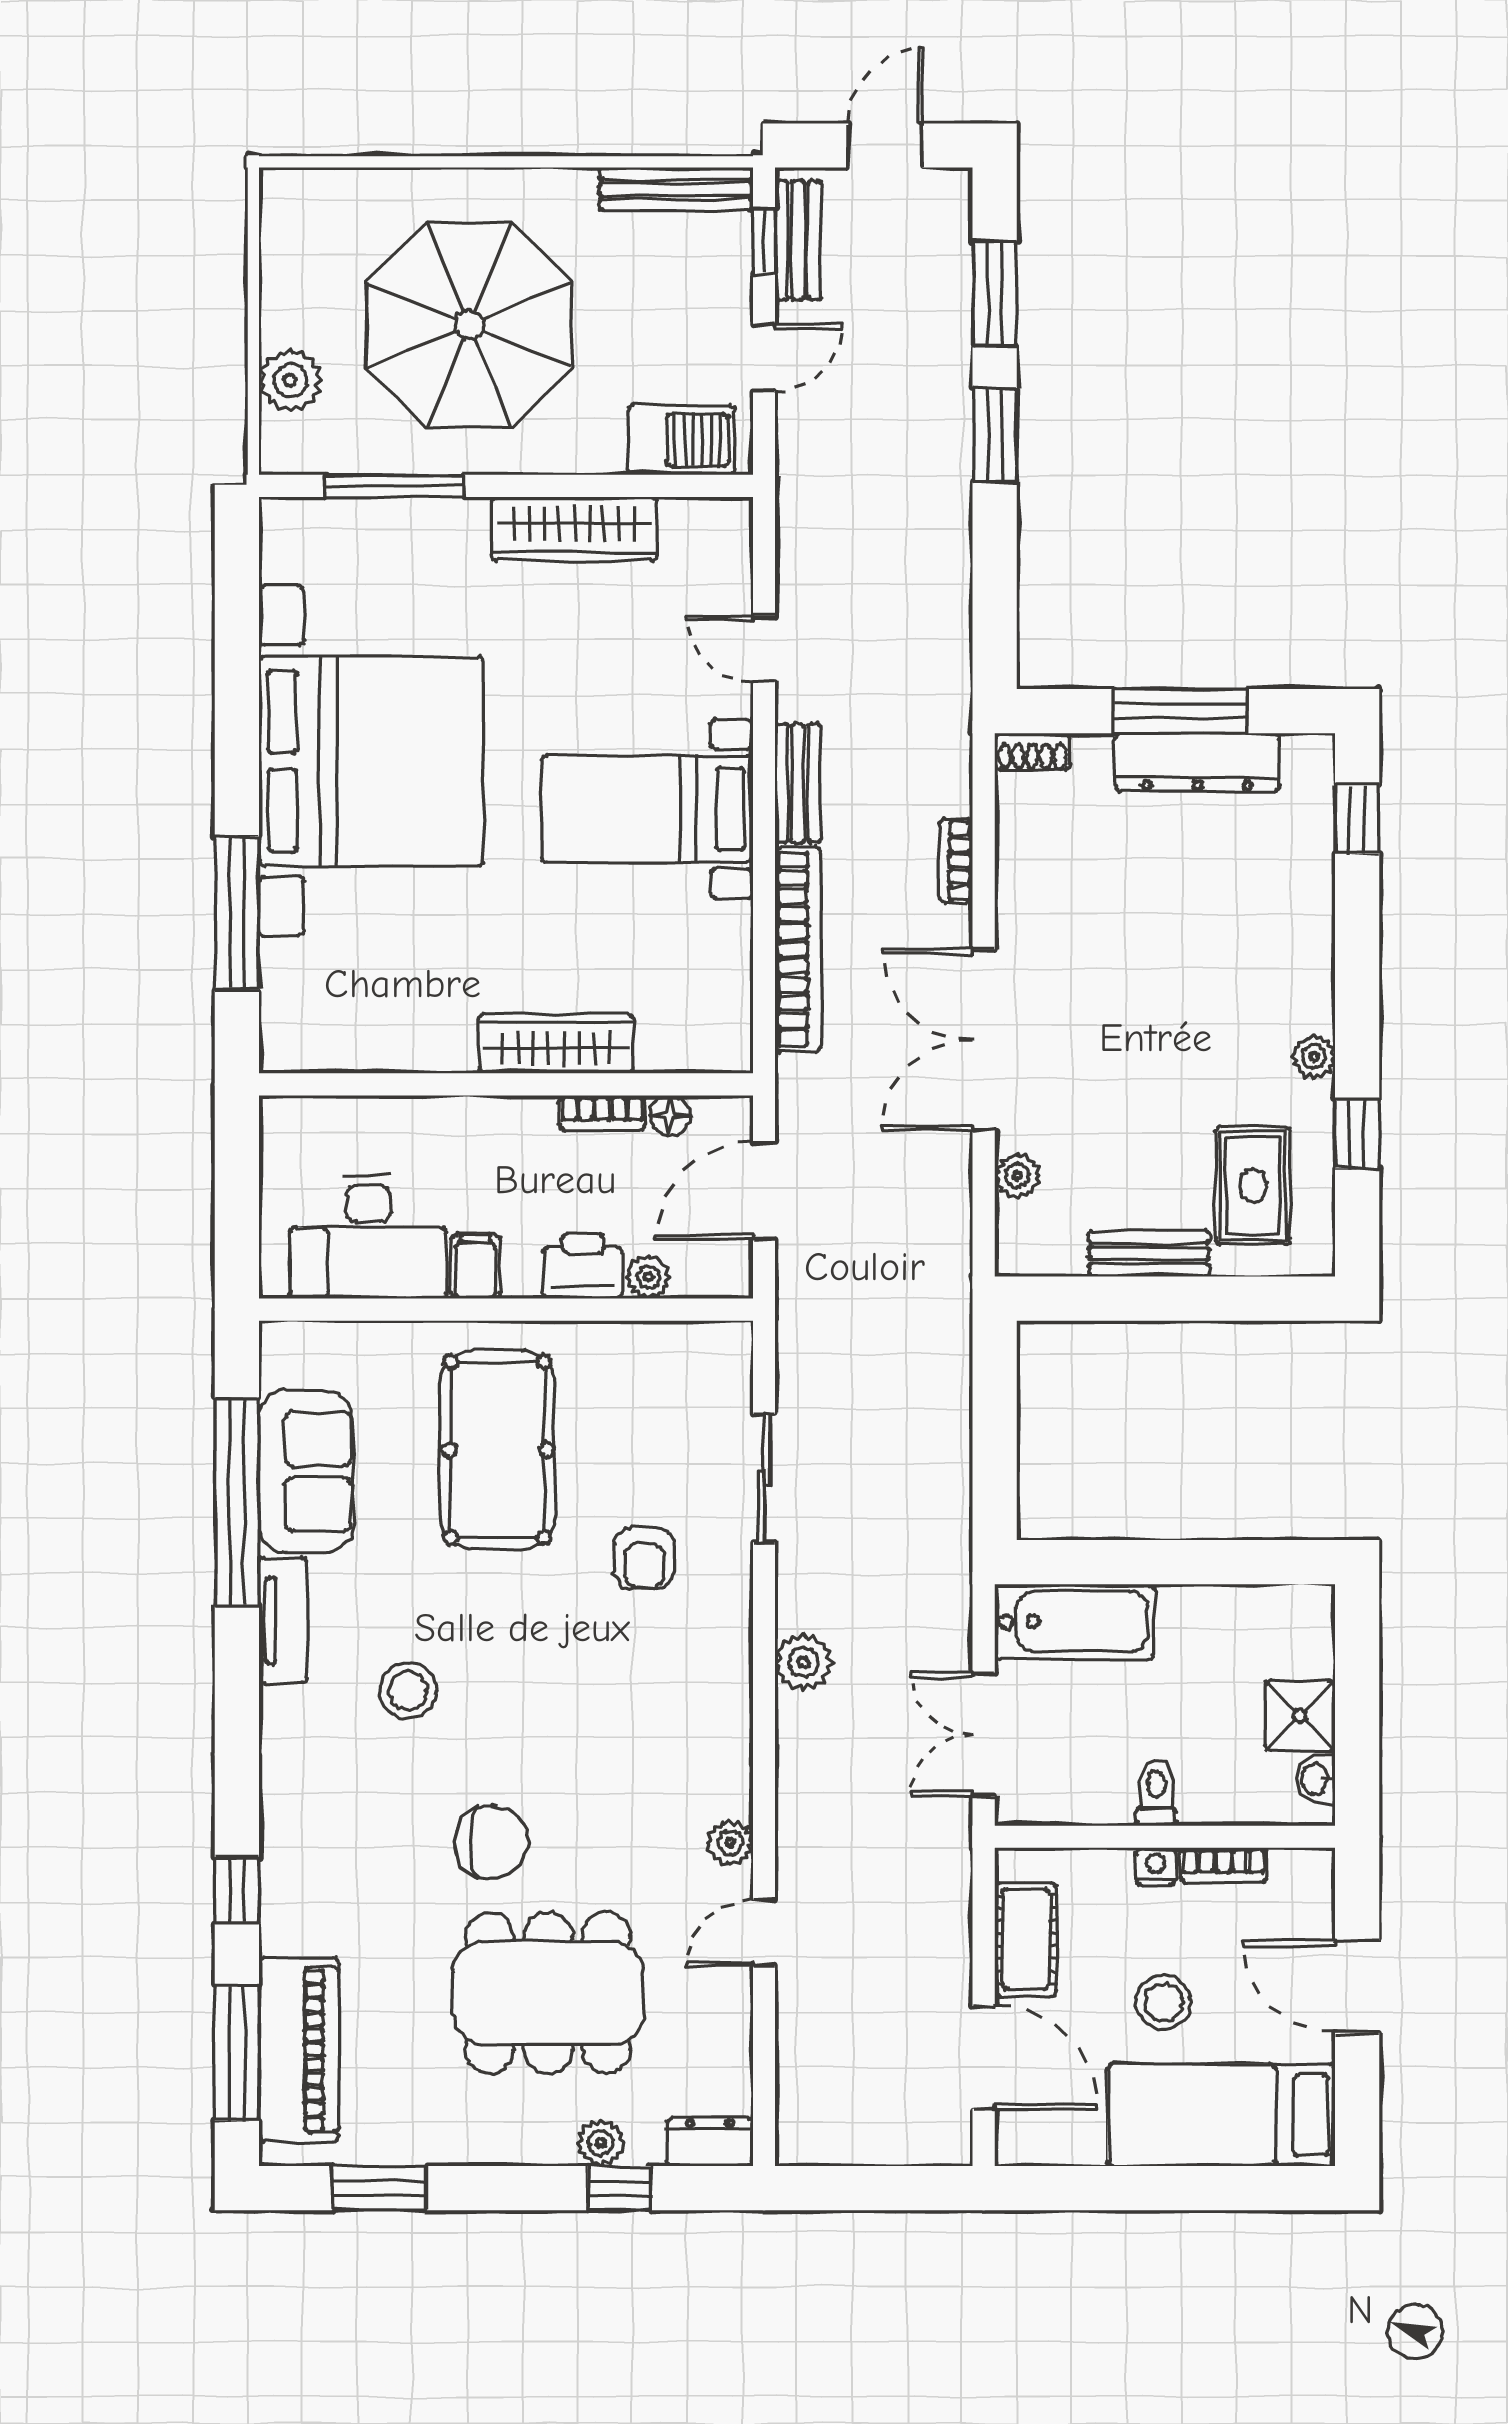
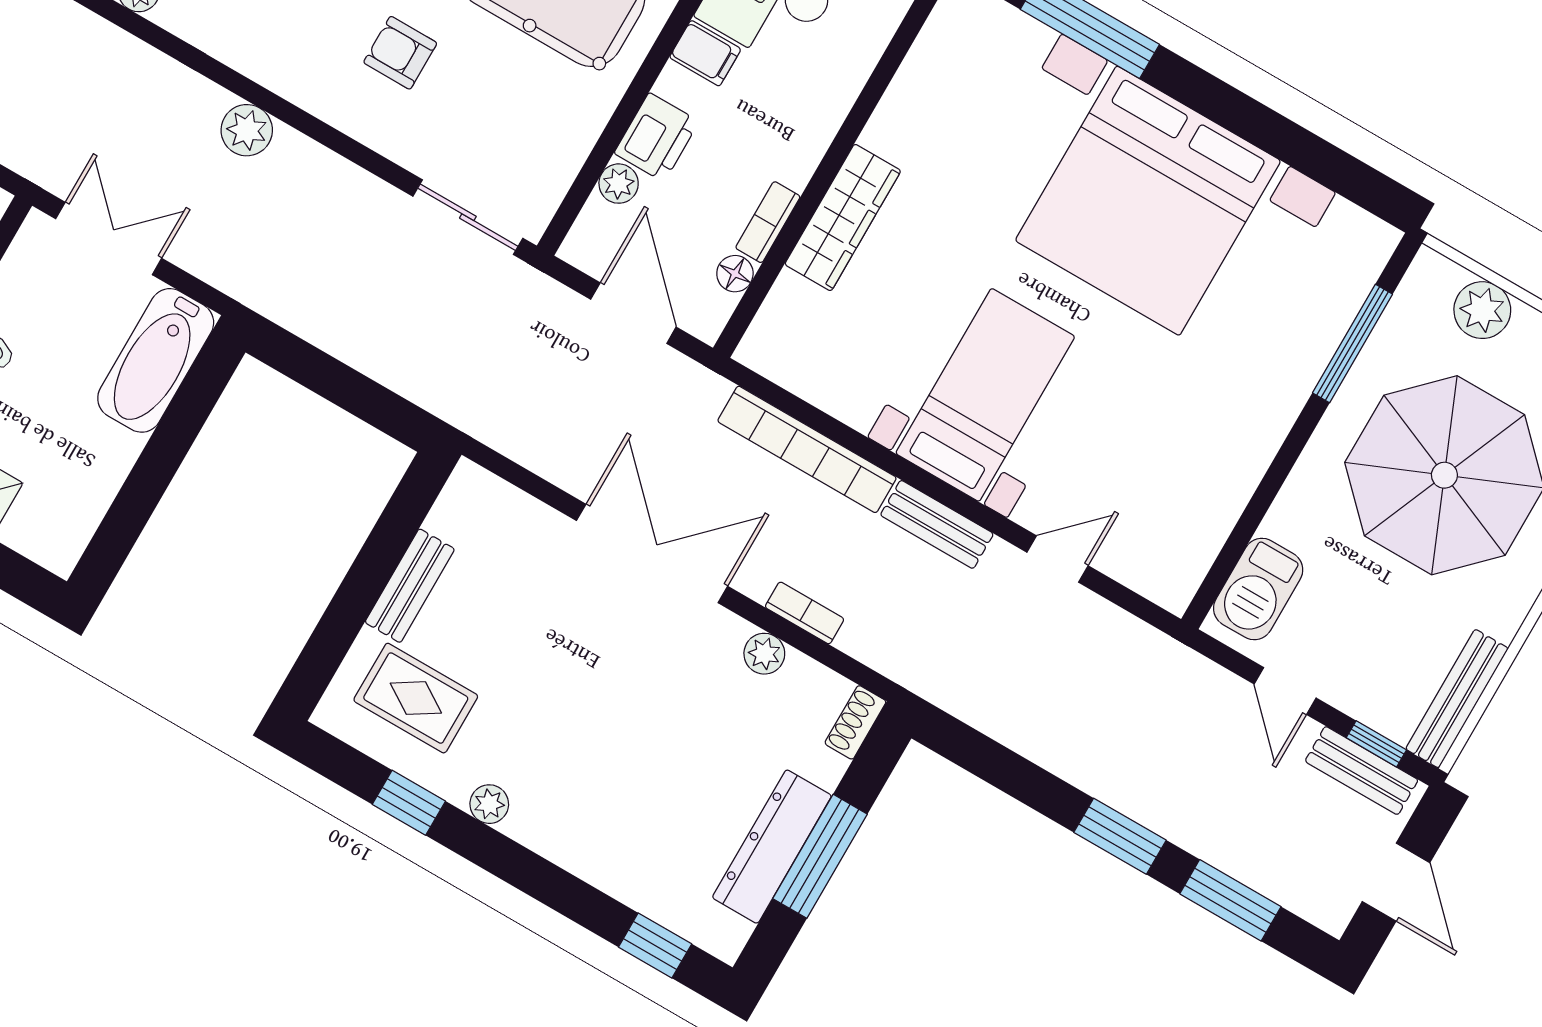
wardrobe: (574, 529) -> (1237, 465), removed
plant: (1017, 1176) -> (764, 654), moved
sliding door: (764, 1478) -> (468, 217), moved

